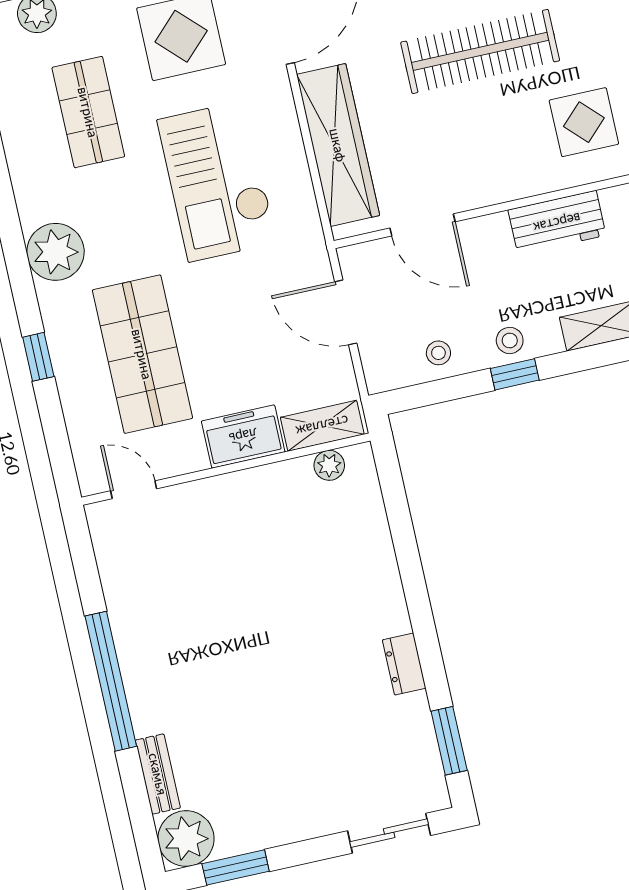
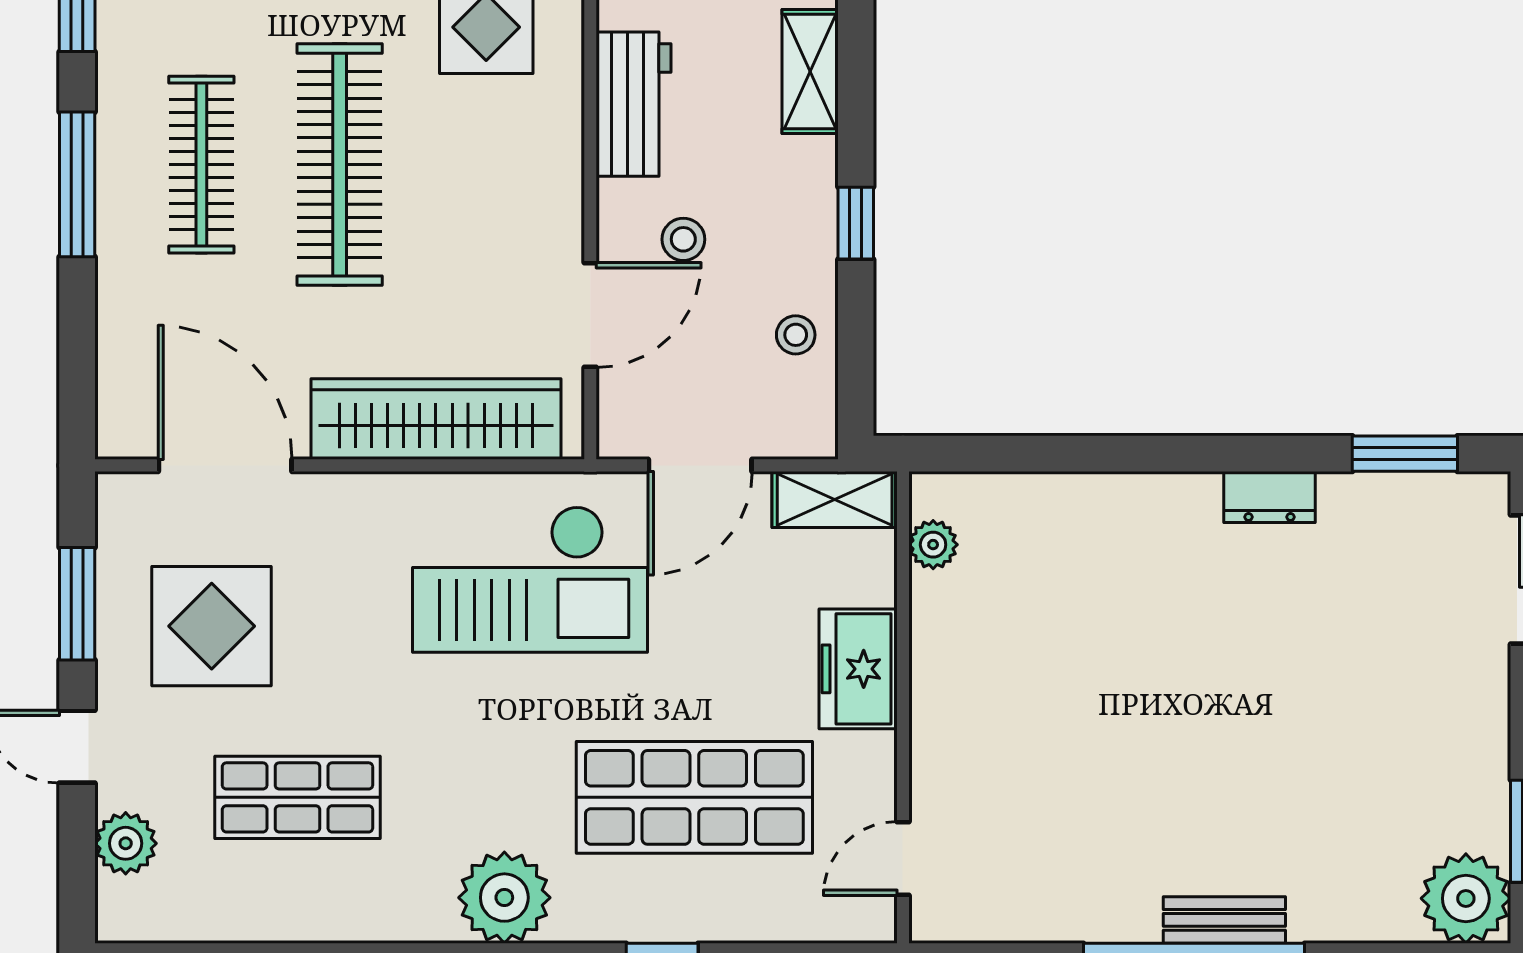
checkout: (217, 181) -> (530, 579), moved
stool: (510, 340) -> (683, 239), moved
shelving: (322, 426) -> (835, 499), moved, turned 90
bench: (158, 774) -> (1224, 920), moved

